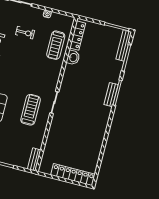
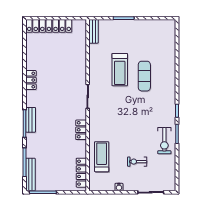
washbasin: (73, 58) -> (80, 148), removed
locker: (68, 74) -> (81, 130), added
treadmill: (31, 110) -> (120, 70), moved
locker: (102, 130) -> (31, 80), added

